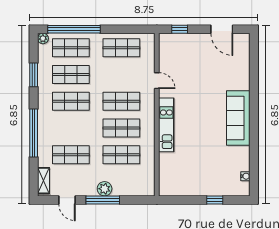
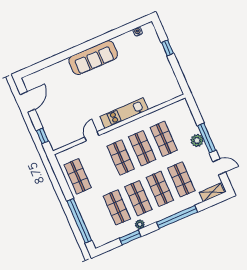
plant: (43, 38) -> (140, 224), moved
shop shelf: (71, 48) -> (160, 189), moved
door: (67, 200) -> (219, 167), hinge flipped

